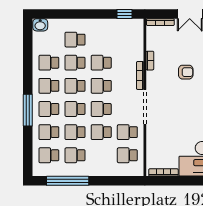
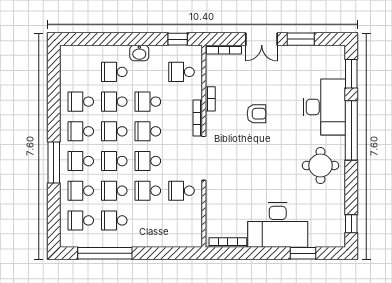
washbasin: (40, 25) -> (139, 53), moved
school desk: (127, 155) -> (181, 72), moved

